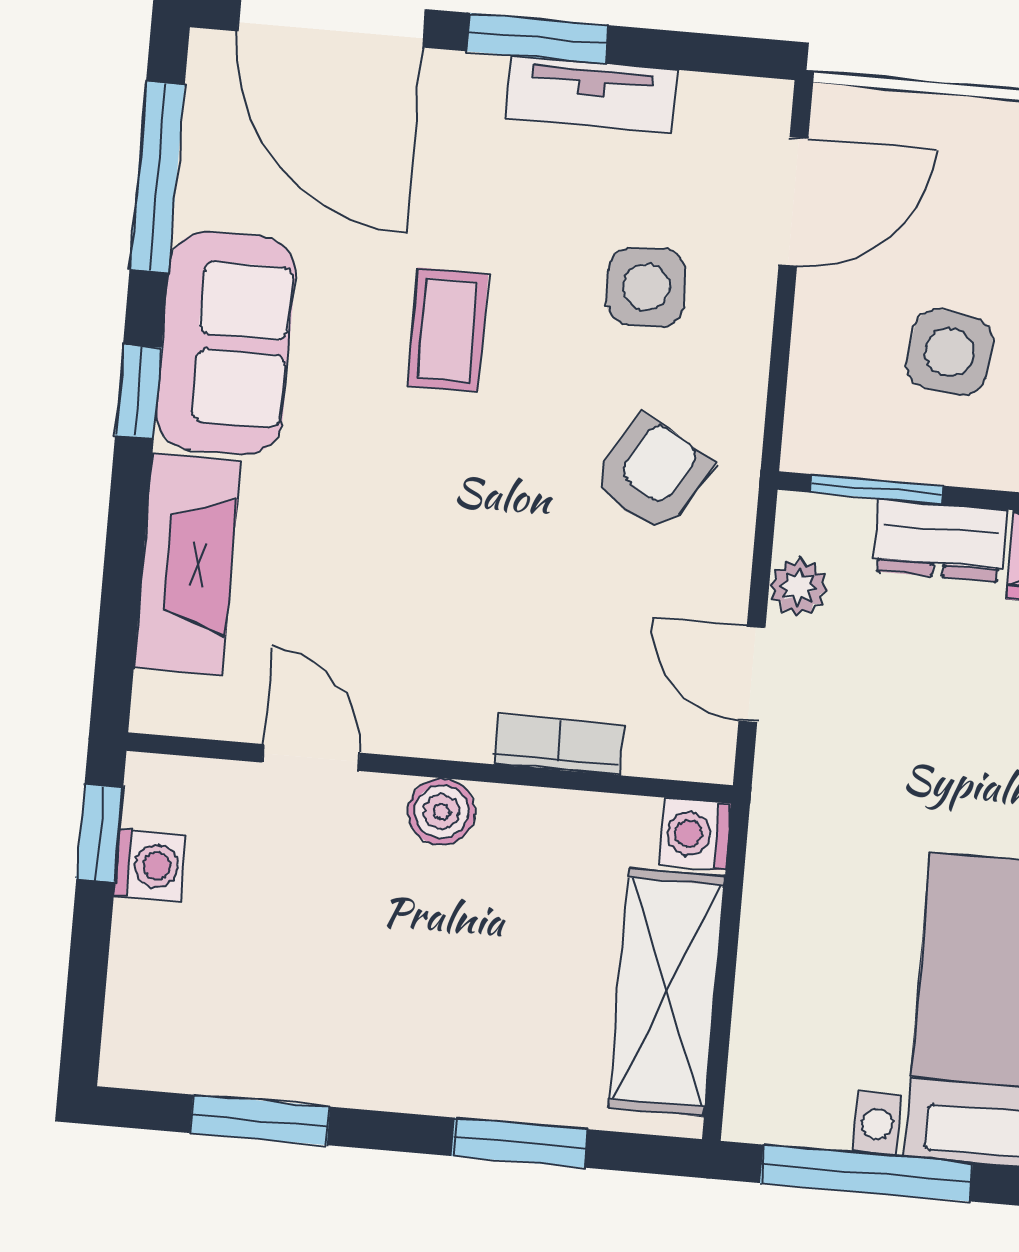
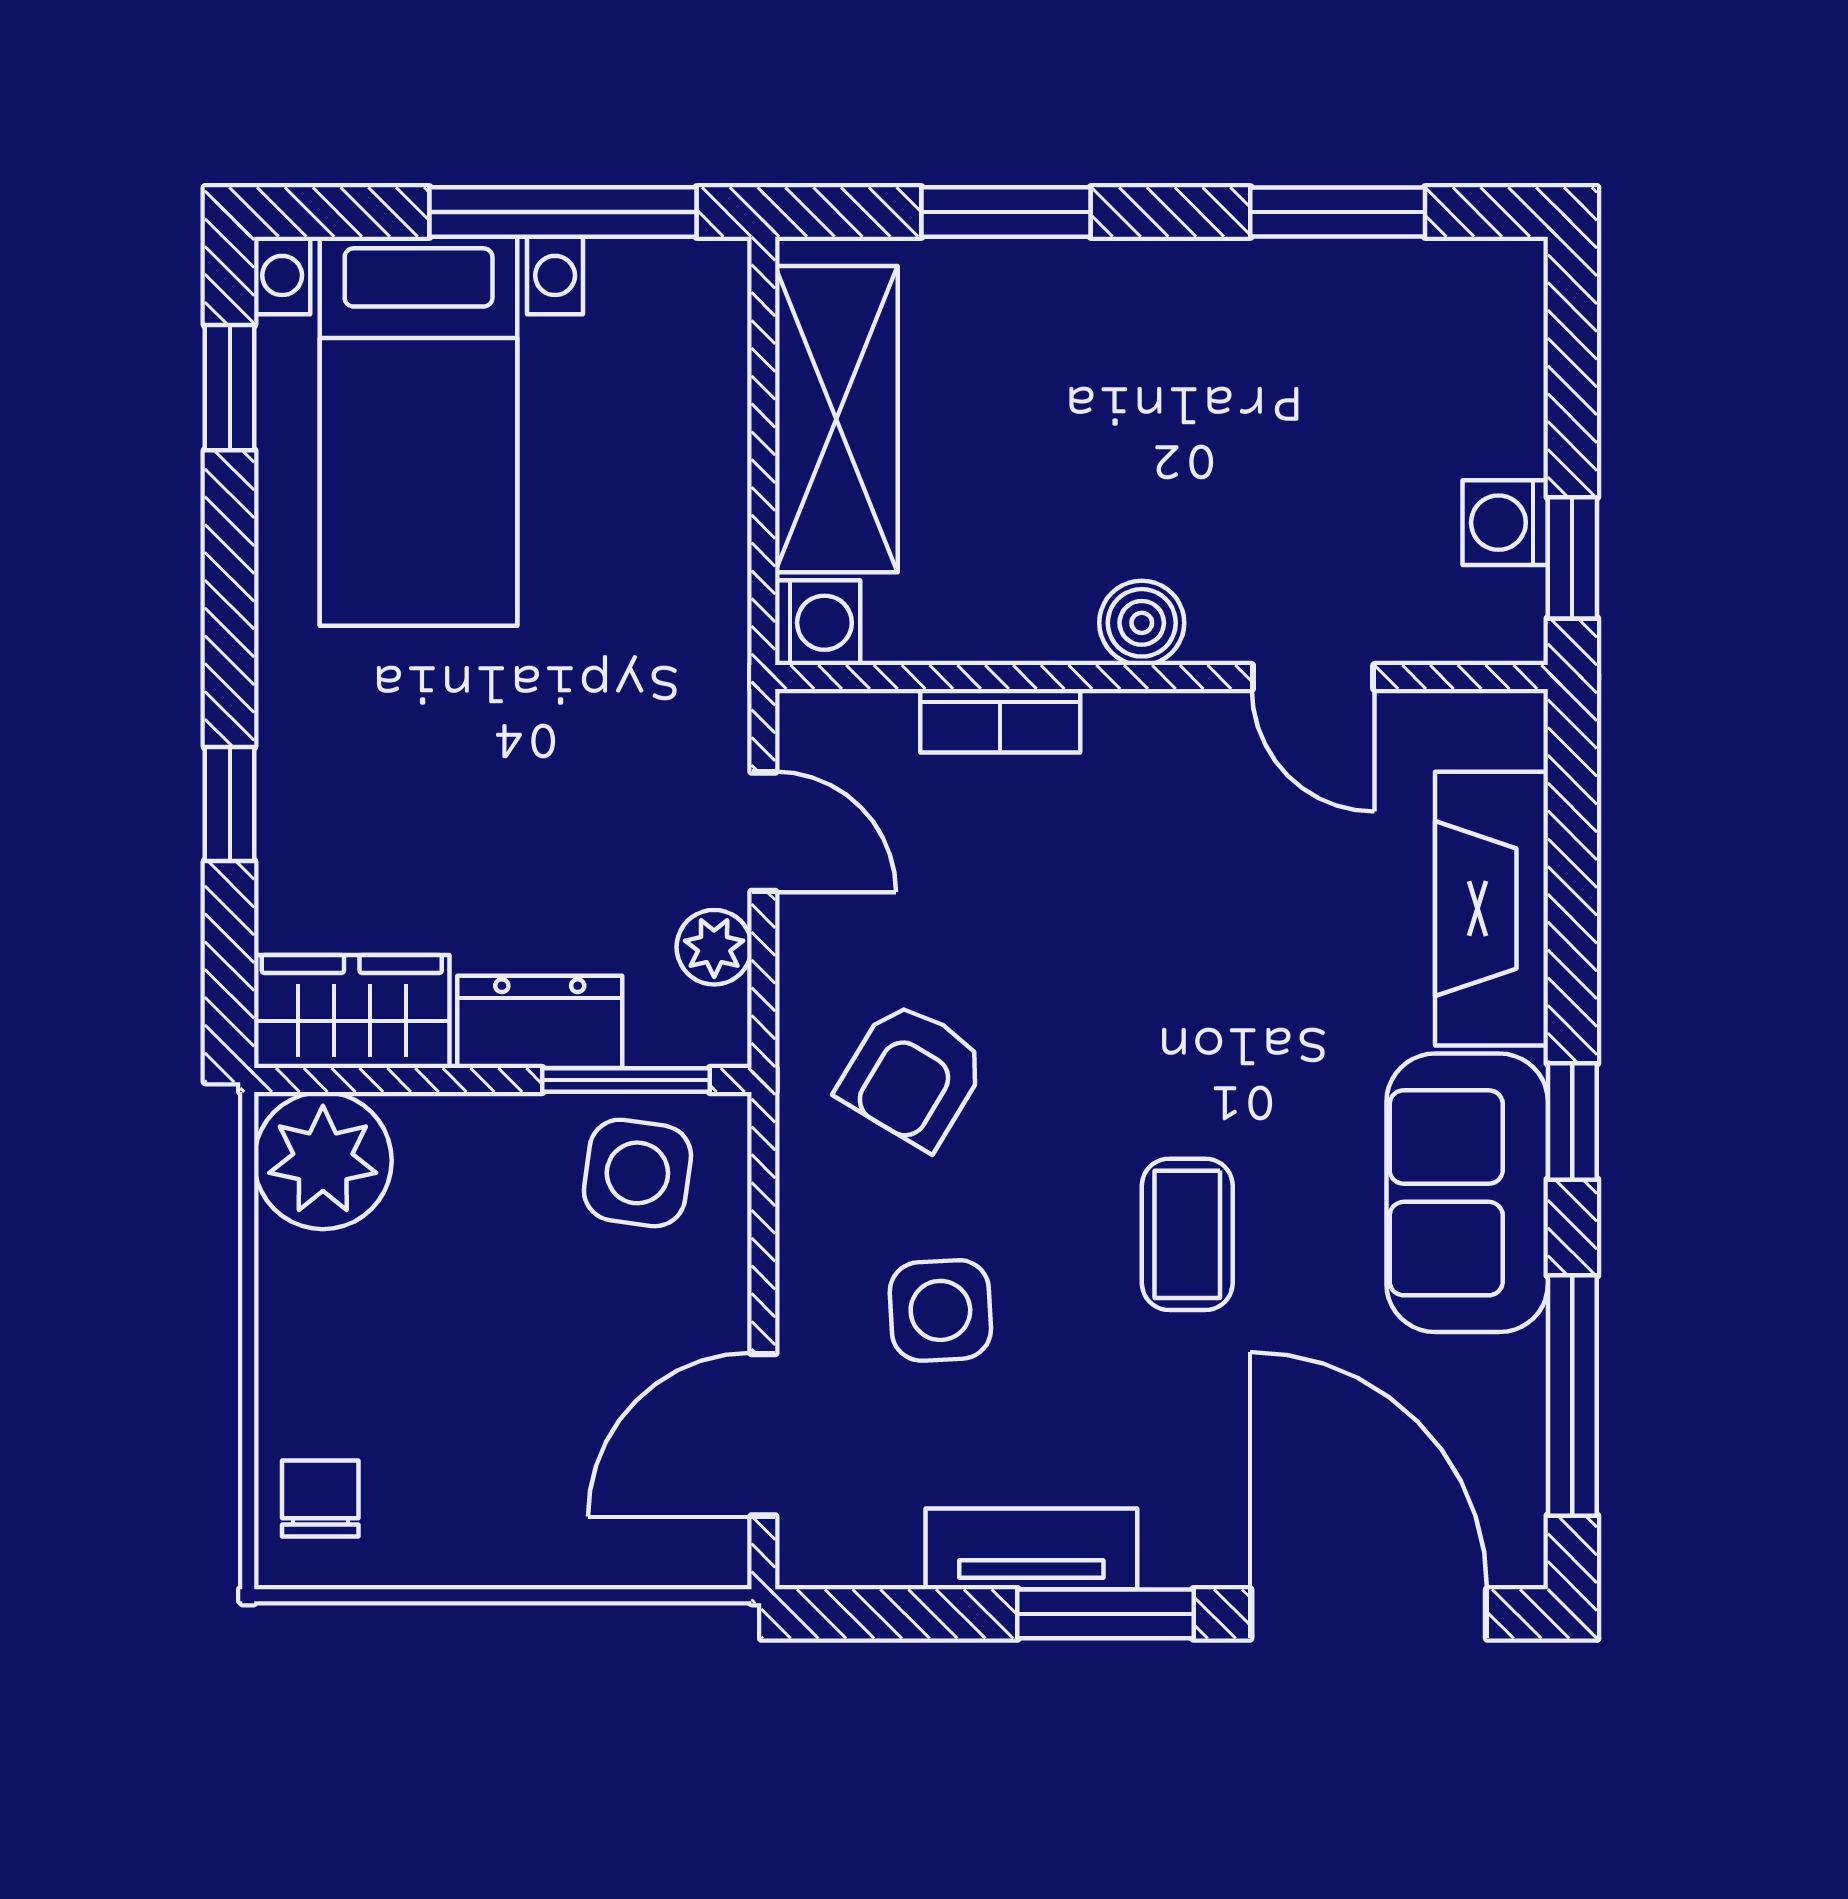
side table: (950, 352) -> (637, 1173), moved

